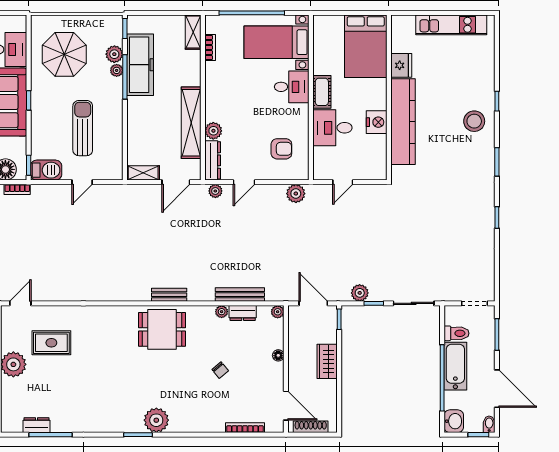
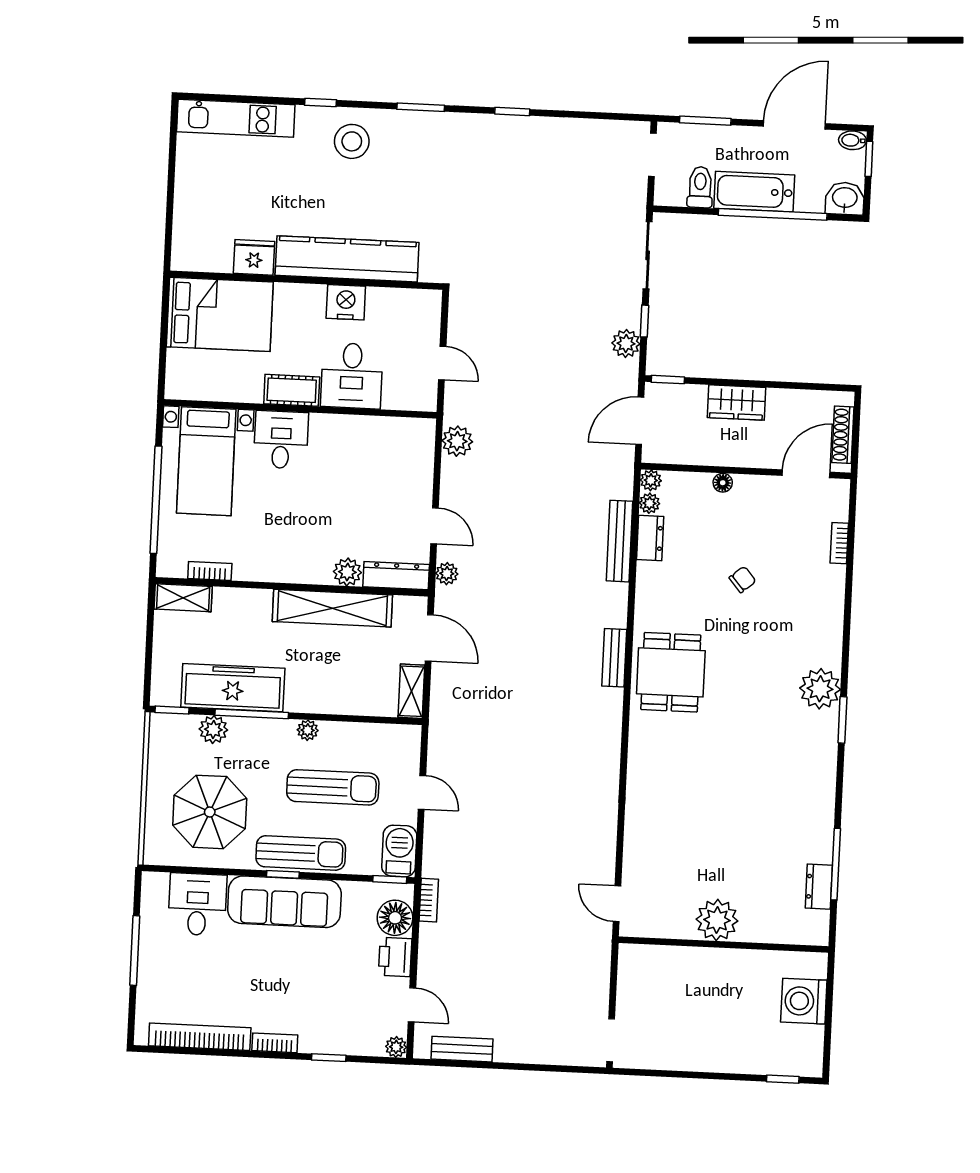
kitchen unit: (451, 25) -> (236, 118), moved, turned 90
plant: (117, 70) -> (308, 730), moved
sun lounger: (42, 111) -> (301, 853), added
sun lounger: (83, 128) -> (333, 787), turned 180
armchair: (281, 149) -> (382, 461), removed
plant: (222, 312) -> (649, 503), moved
rug: (51, 343) -> (684, 856), removed
bookcase: (245, 428) -> (839, 543), width x0.64

